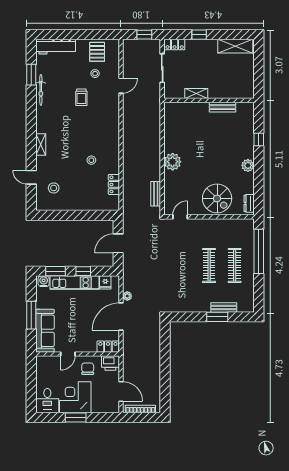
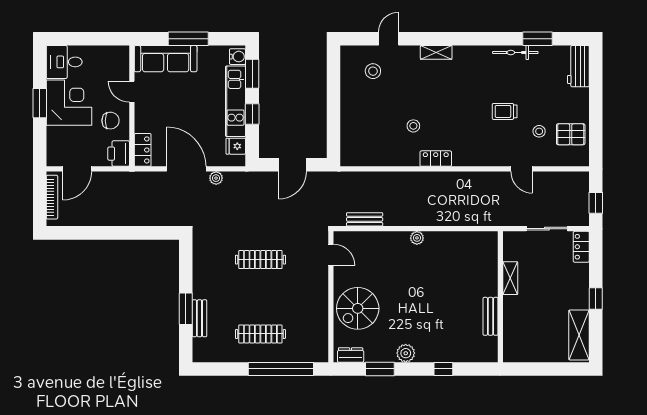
window: (199, 35) -> (596, 299), moved
workbench: (56, 47) -> (578, 66), width x0.73
plant: (173, 162) -> (417, 238), width x0.53, depth x0.53
window: (259, 183) -> (380, 369), added
locker: (114, 184) -> (436, 159), moved
door: (118, 243) -> (292, 165), swing flipped
clothes rail: (209, 265) -> (260, 260), moved

